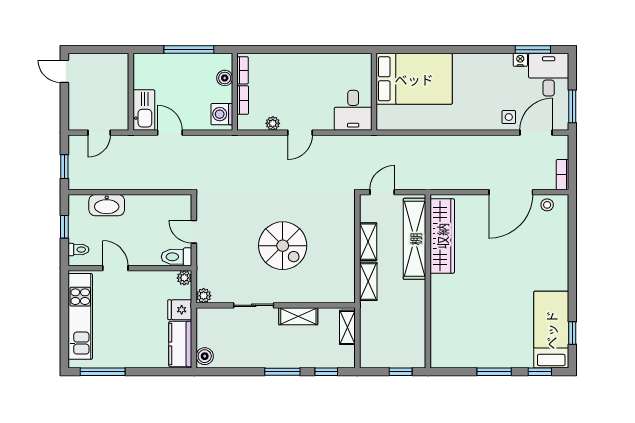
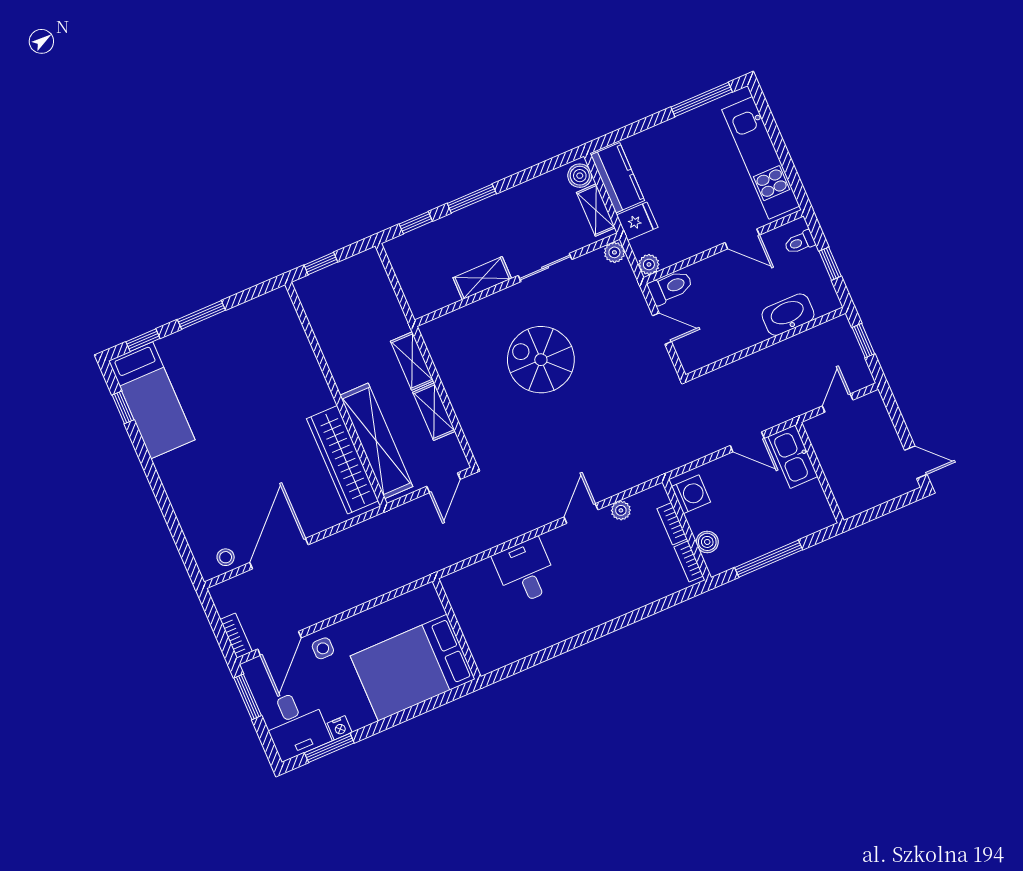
bed: (414, 79) -> (413, 668), moved
wall: (374, 92) -> (457, 629), moved
bookcase: (562, 175) -> (236, 636), moved
shelving: (347, 327) -> (596, 210), moved

